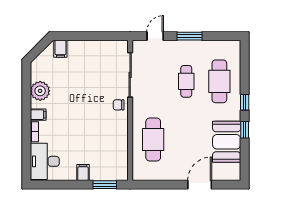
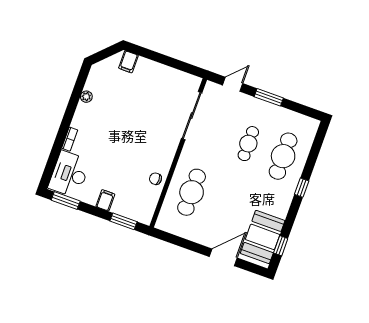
plant: (40, 91) -> (86, 97), width x0.53, depth x0.53
chair: (119, 105) -> (156, 179), moved
filing cabinet: (38, 115) -> (80, 123), removed
window: (245, 130) -> (281, 246), moved
booth: (227, 142) -> (263, 237), moved
window: (50, 185) -> (66, 201), added

